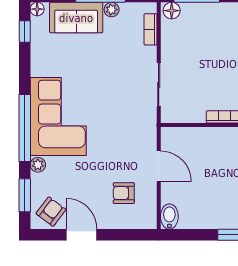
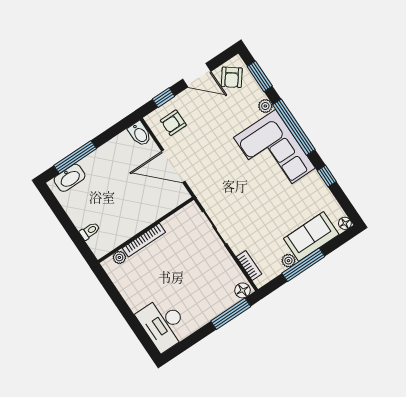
window: (25, 32) -> (327, 176), moved
door: (159, 166) -> (173, 166), width x1.36
armchair: (124, 193) -> (173, 123), moved, turned 180
window: (125, 235) -> (164, 98), added

